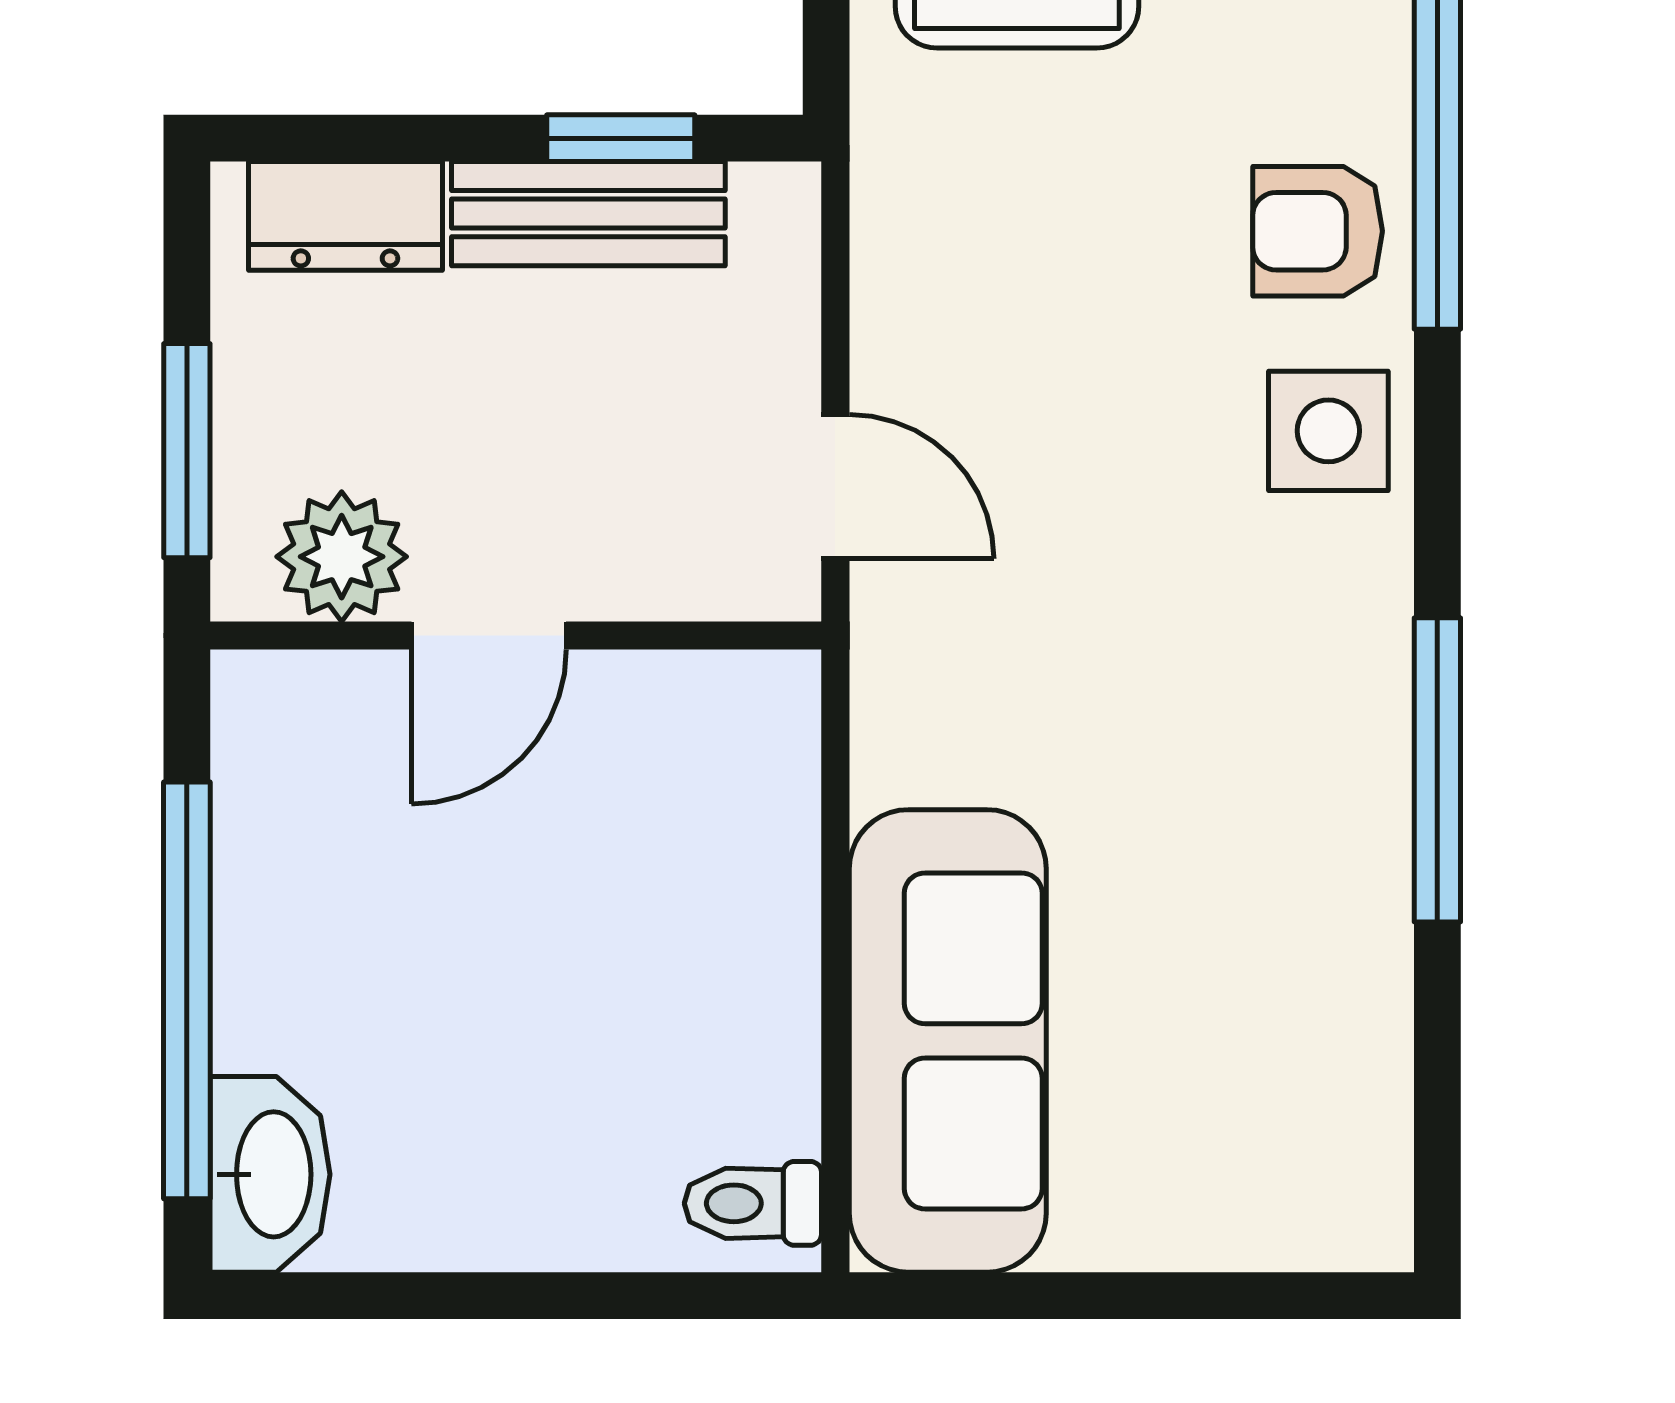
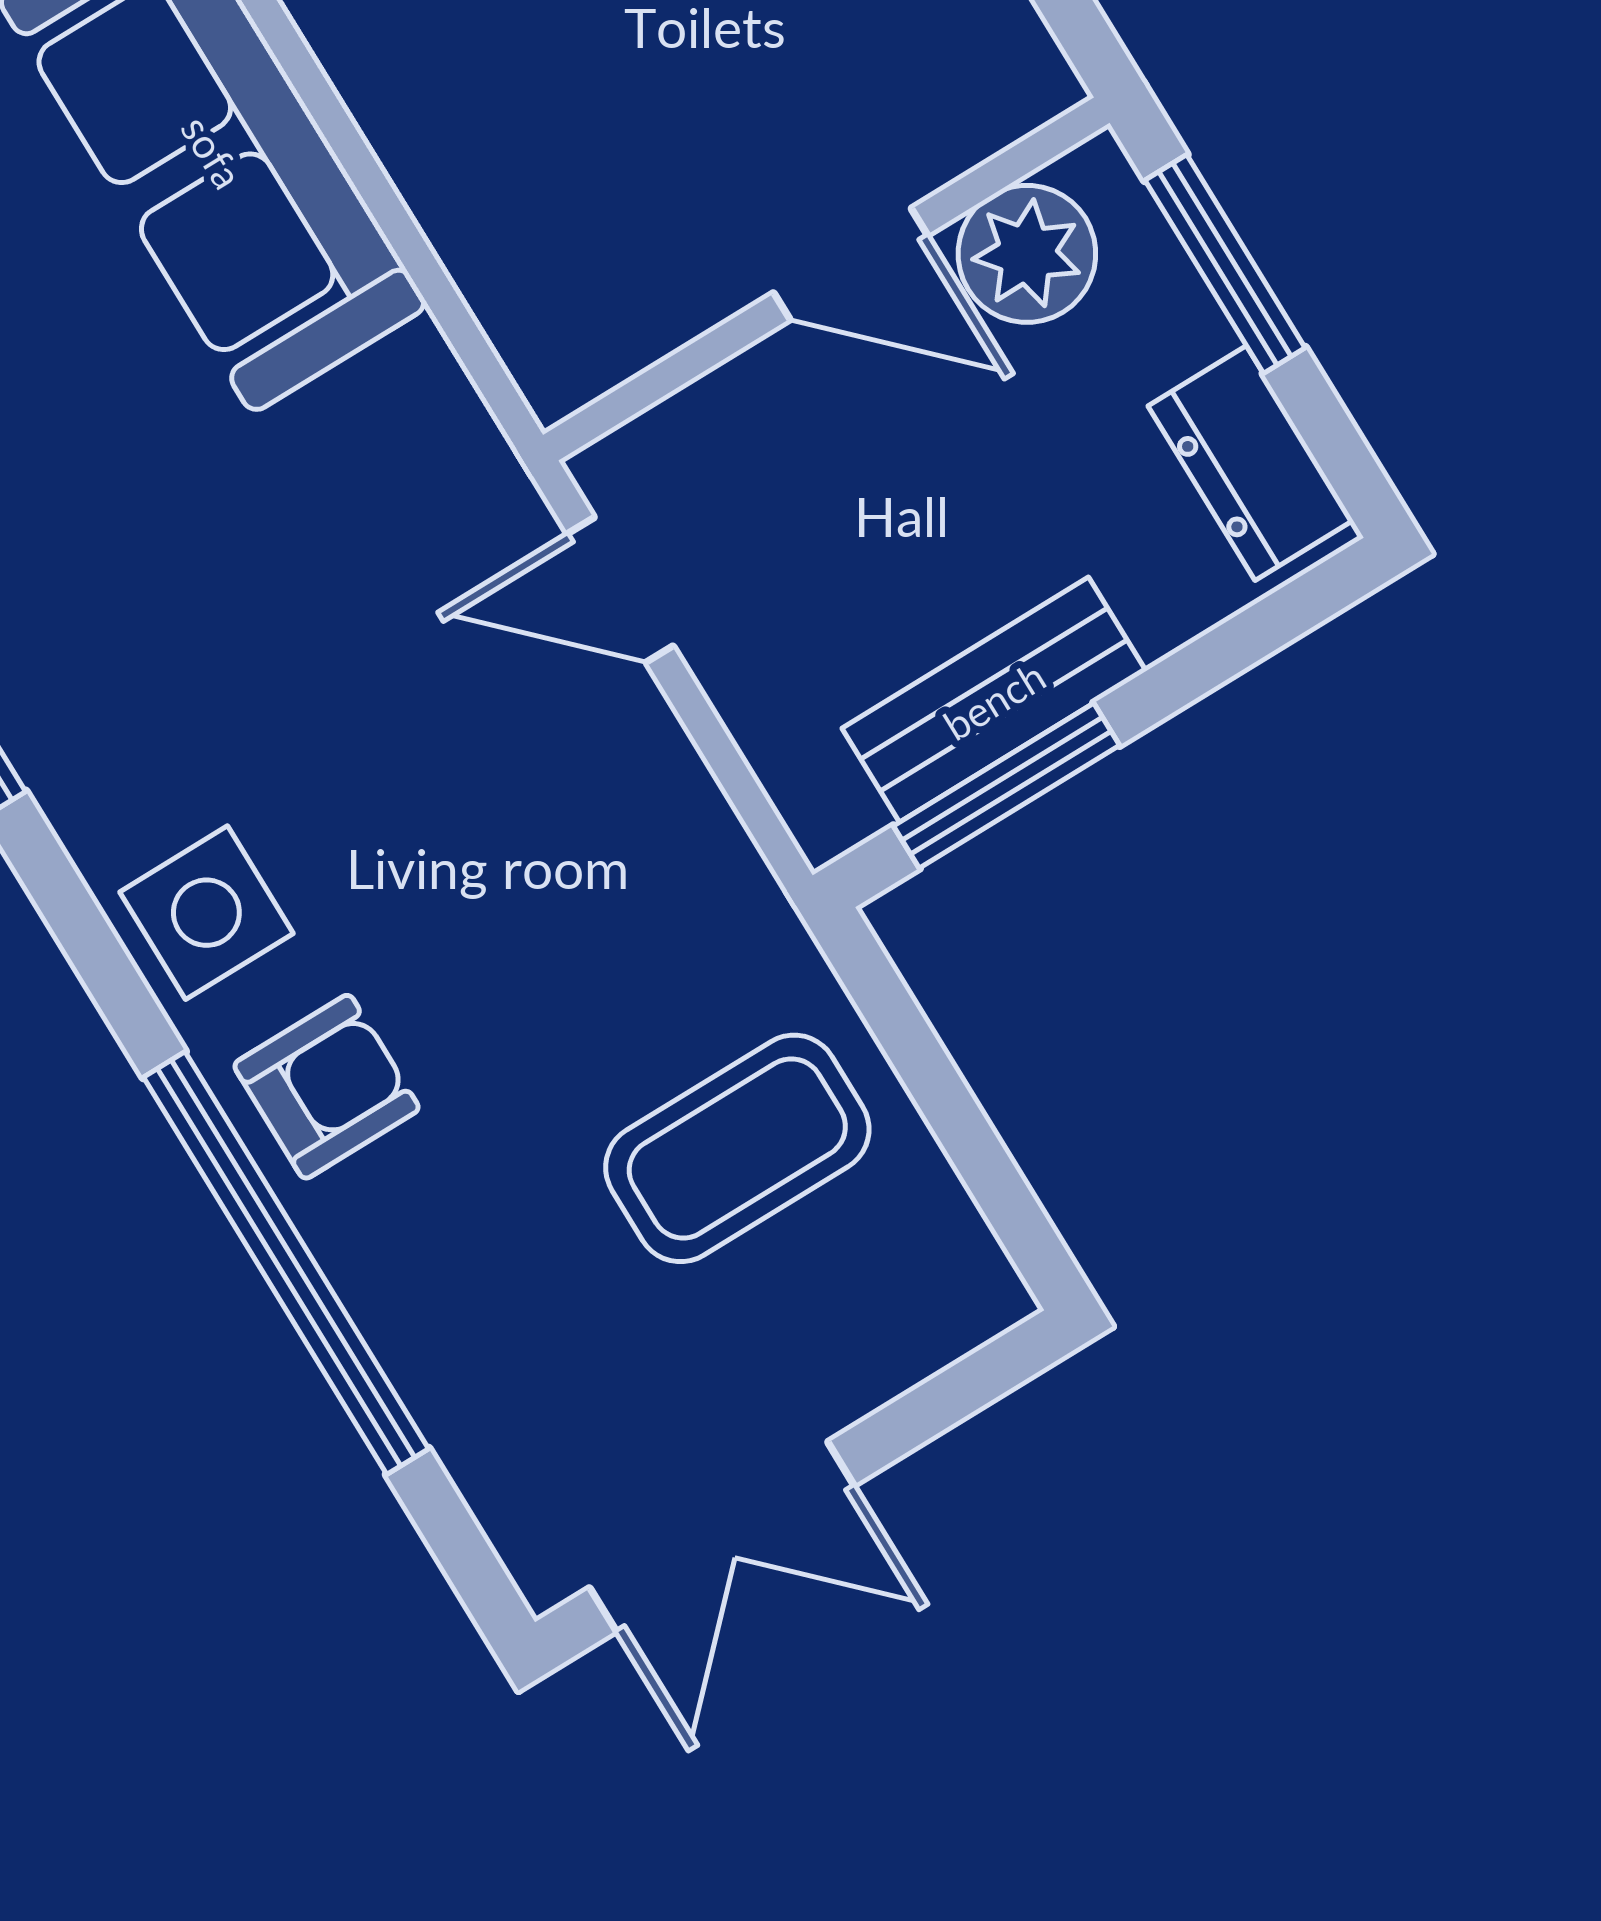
window: (621, 138) -> (1006, 786), width x1.50
dresser: (345, 216) -> (1251, 463), moved, turned -90
door: (489, 635) -> (851, 264), swing flipped

